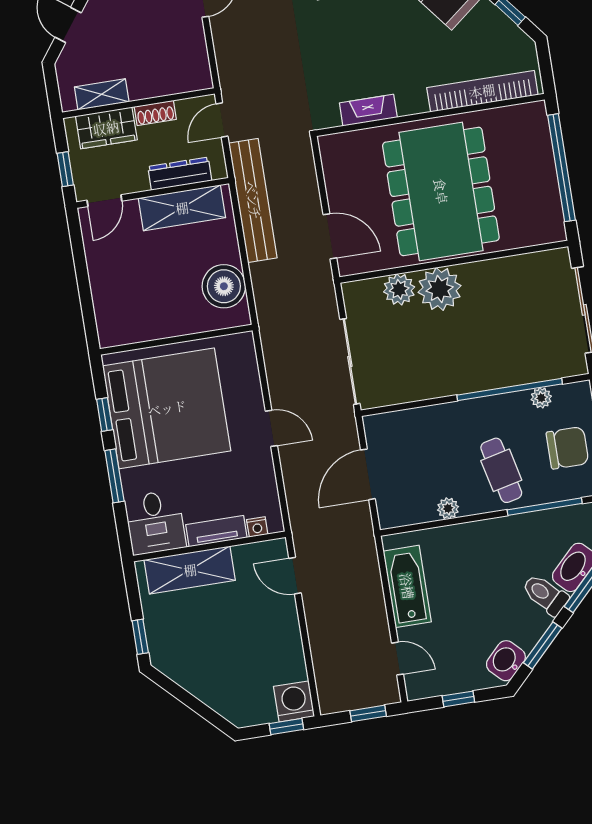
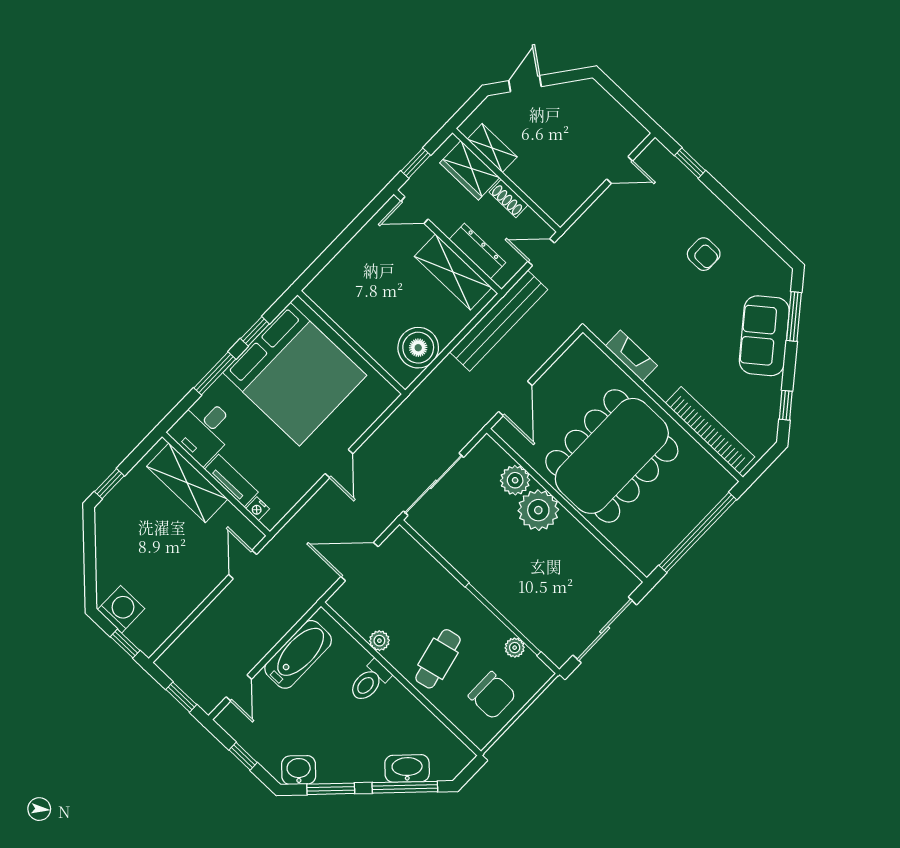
window: (545, 507) -> (435, 712), removed
toilet: (545, 595) -> (370, 681), moved, turned -135
washing machine: (294, 701) -> (121, 609), moved

